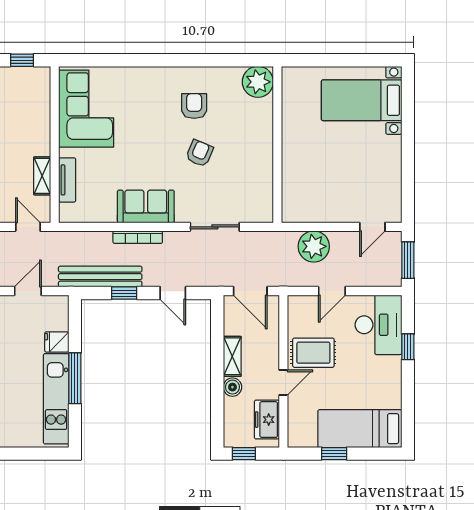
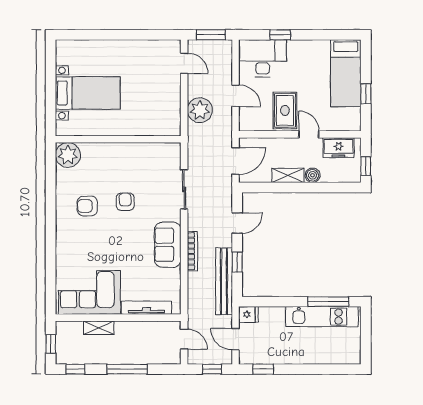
bed with nightstands: (362, 100) -> (88, 93), moved, turned -90
armchair: (199, 153) -> (125, 202), turned 67
shelving: (42, 176) -> (99, 328), moved
tv unit: (67, 180) -> (147, 308), width x1.41
door: (28, 227) -> (184, 339), swing flipped
fridge: (57, 342) -> (248, 315), moved, turned -90
window: (75, 378) -> (328, 302), moved

